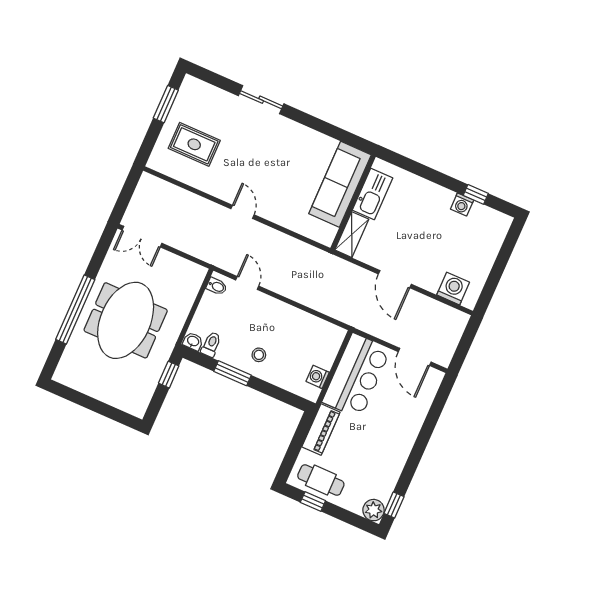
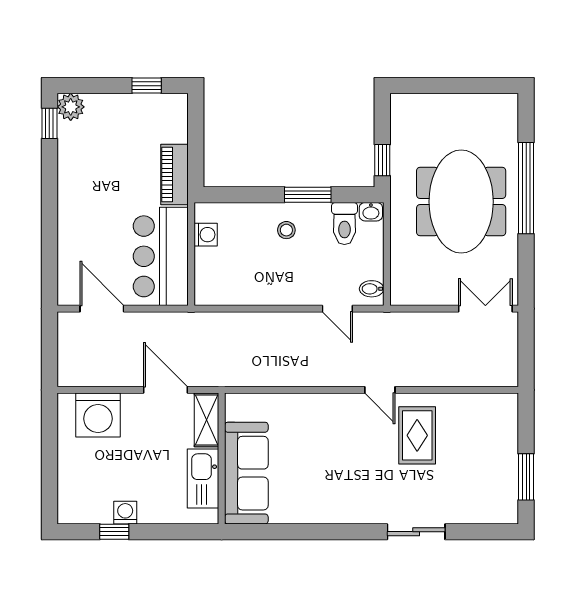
rug: (194, 144) -> (417, 435), moved, turned 90
sofa: (340, 184) -> (246, 473), moved
kitchen sink: (373, 194) -> (203, 479), moved
wall: (353, 202) -> (222, 459), moved
shelving: (352, 235) -> (206, 420), moved
washing machine: (453, 289) -> (98, 415), width x1.37, depth x1.37
toilet: (211, 344) -> (344, 224), width x1.37, depth x1.39
cafe table: (321, 480) -> (148, 115), removed

